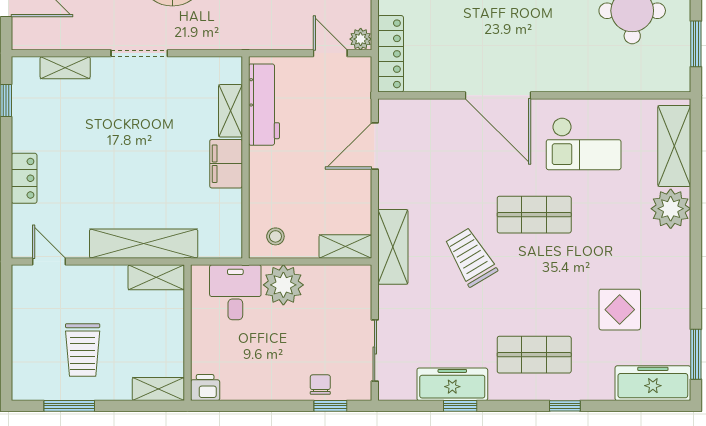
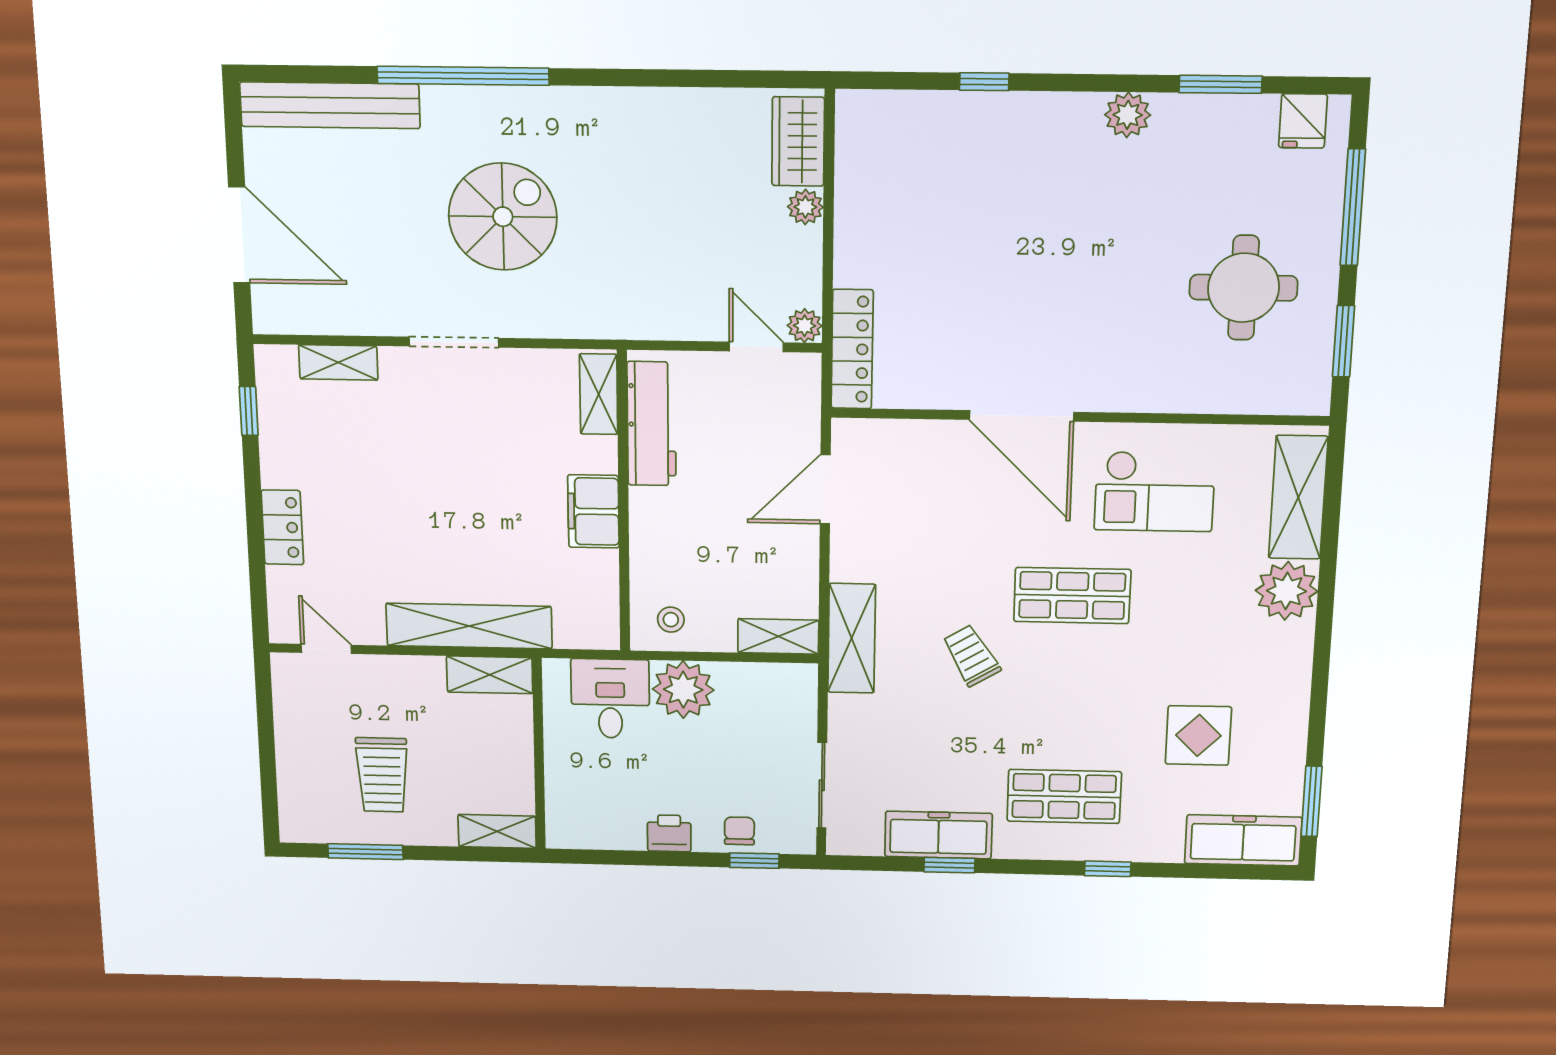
shelving: (230, 111) -> (599, 394), moved
trolley: (471, 257) -> (971, 655), width x0.73, depth x0.72
printer: (205, 388) -> (669, 833), moved

